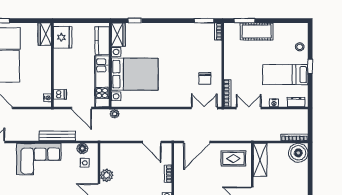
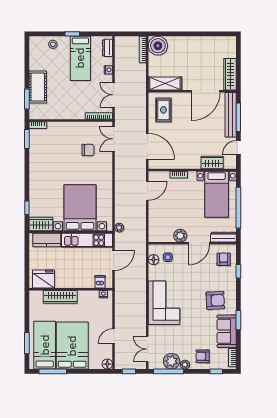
wardrobe: (45, 34) -> (60, 297), moved, width x1.50
chair: (205, 78) -> (88, 150), moved
bench: (57, 136) -> (141, 284), removed

